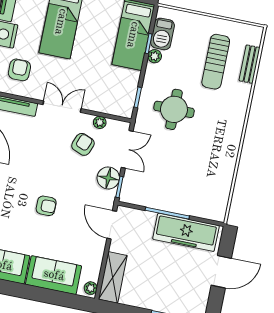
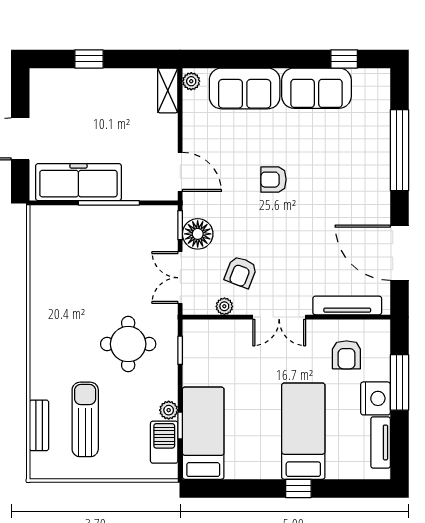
shelving: (113, 277) -> (168, 90), width x0.67, depth x0.75

